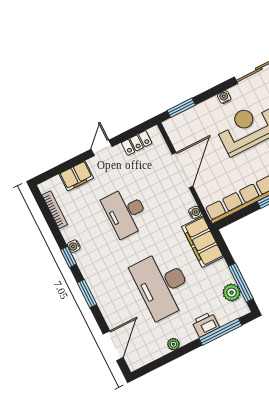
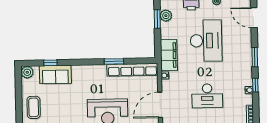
desk: (126, 212) -> (207, 96), turned 90
window: (241, 283) -> (157, 19), width x0.69
door: (113, 346) -> (254, 18), hinge flipped

